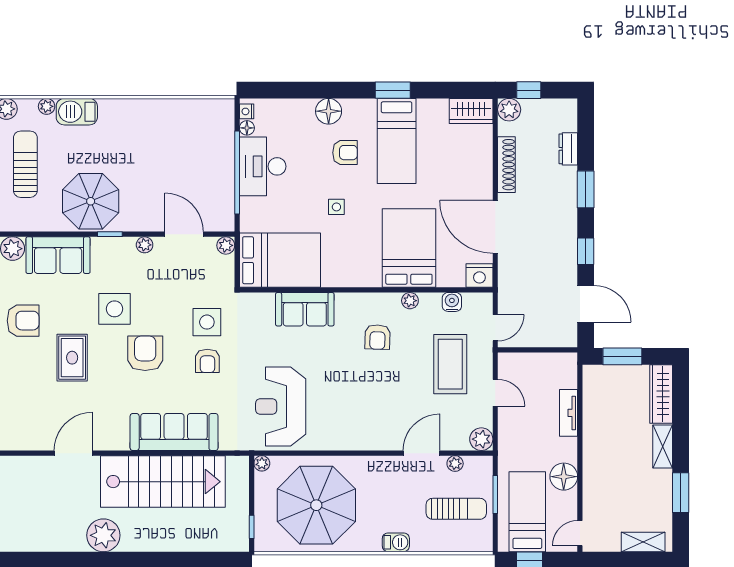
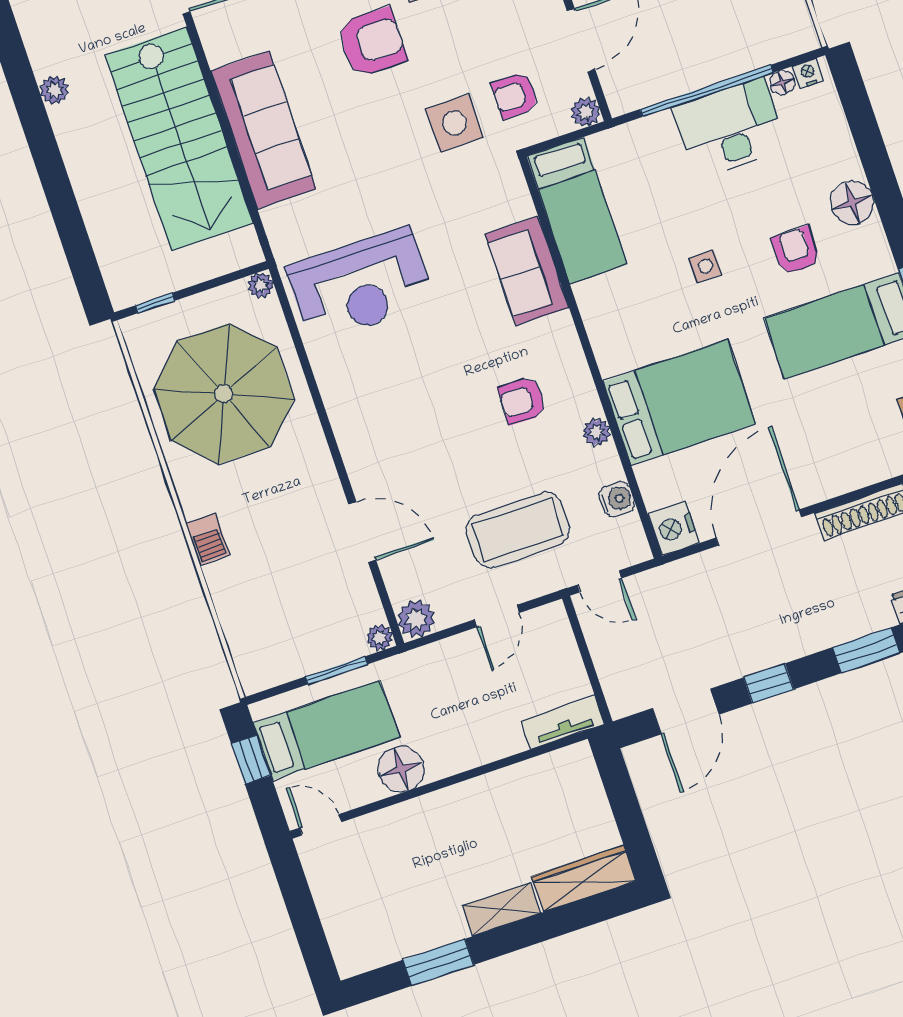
armchair: (345, 153) -> (796, 250), turned 180
bed: (280, 260) -> (577, 210), width x0.67
window: (622, 356) -> (622, 797), removed
armchair: (207, 361) -> (515, 95), moved
reception desk: (281, 407) -> (361, 285), turned 180
tv unit: (568, 413) -> (563, 723), moved
plant: (455, 464) -> (380, 637), moved
sun lounger: (456, 509) -> (293, 617), removed
plant: (103, 535) -> (54, 90), width x0.53, depth x0.53
shelving: (643, 542) -> (340, 929), removed

